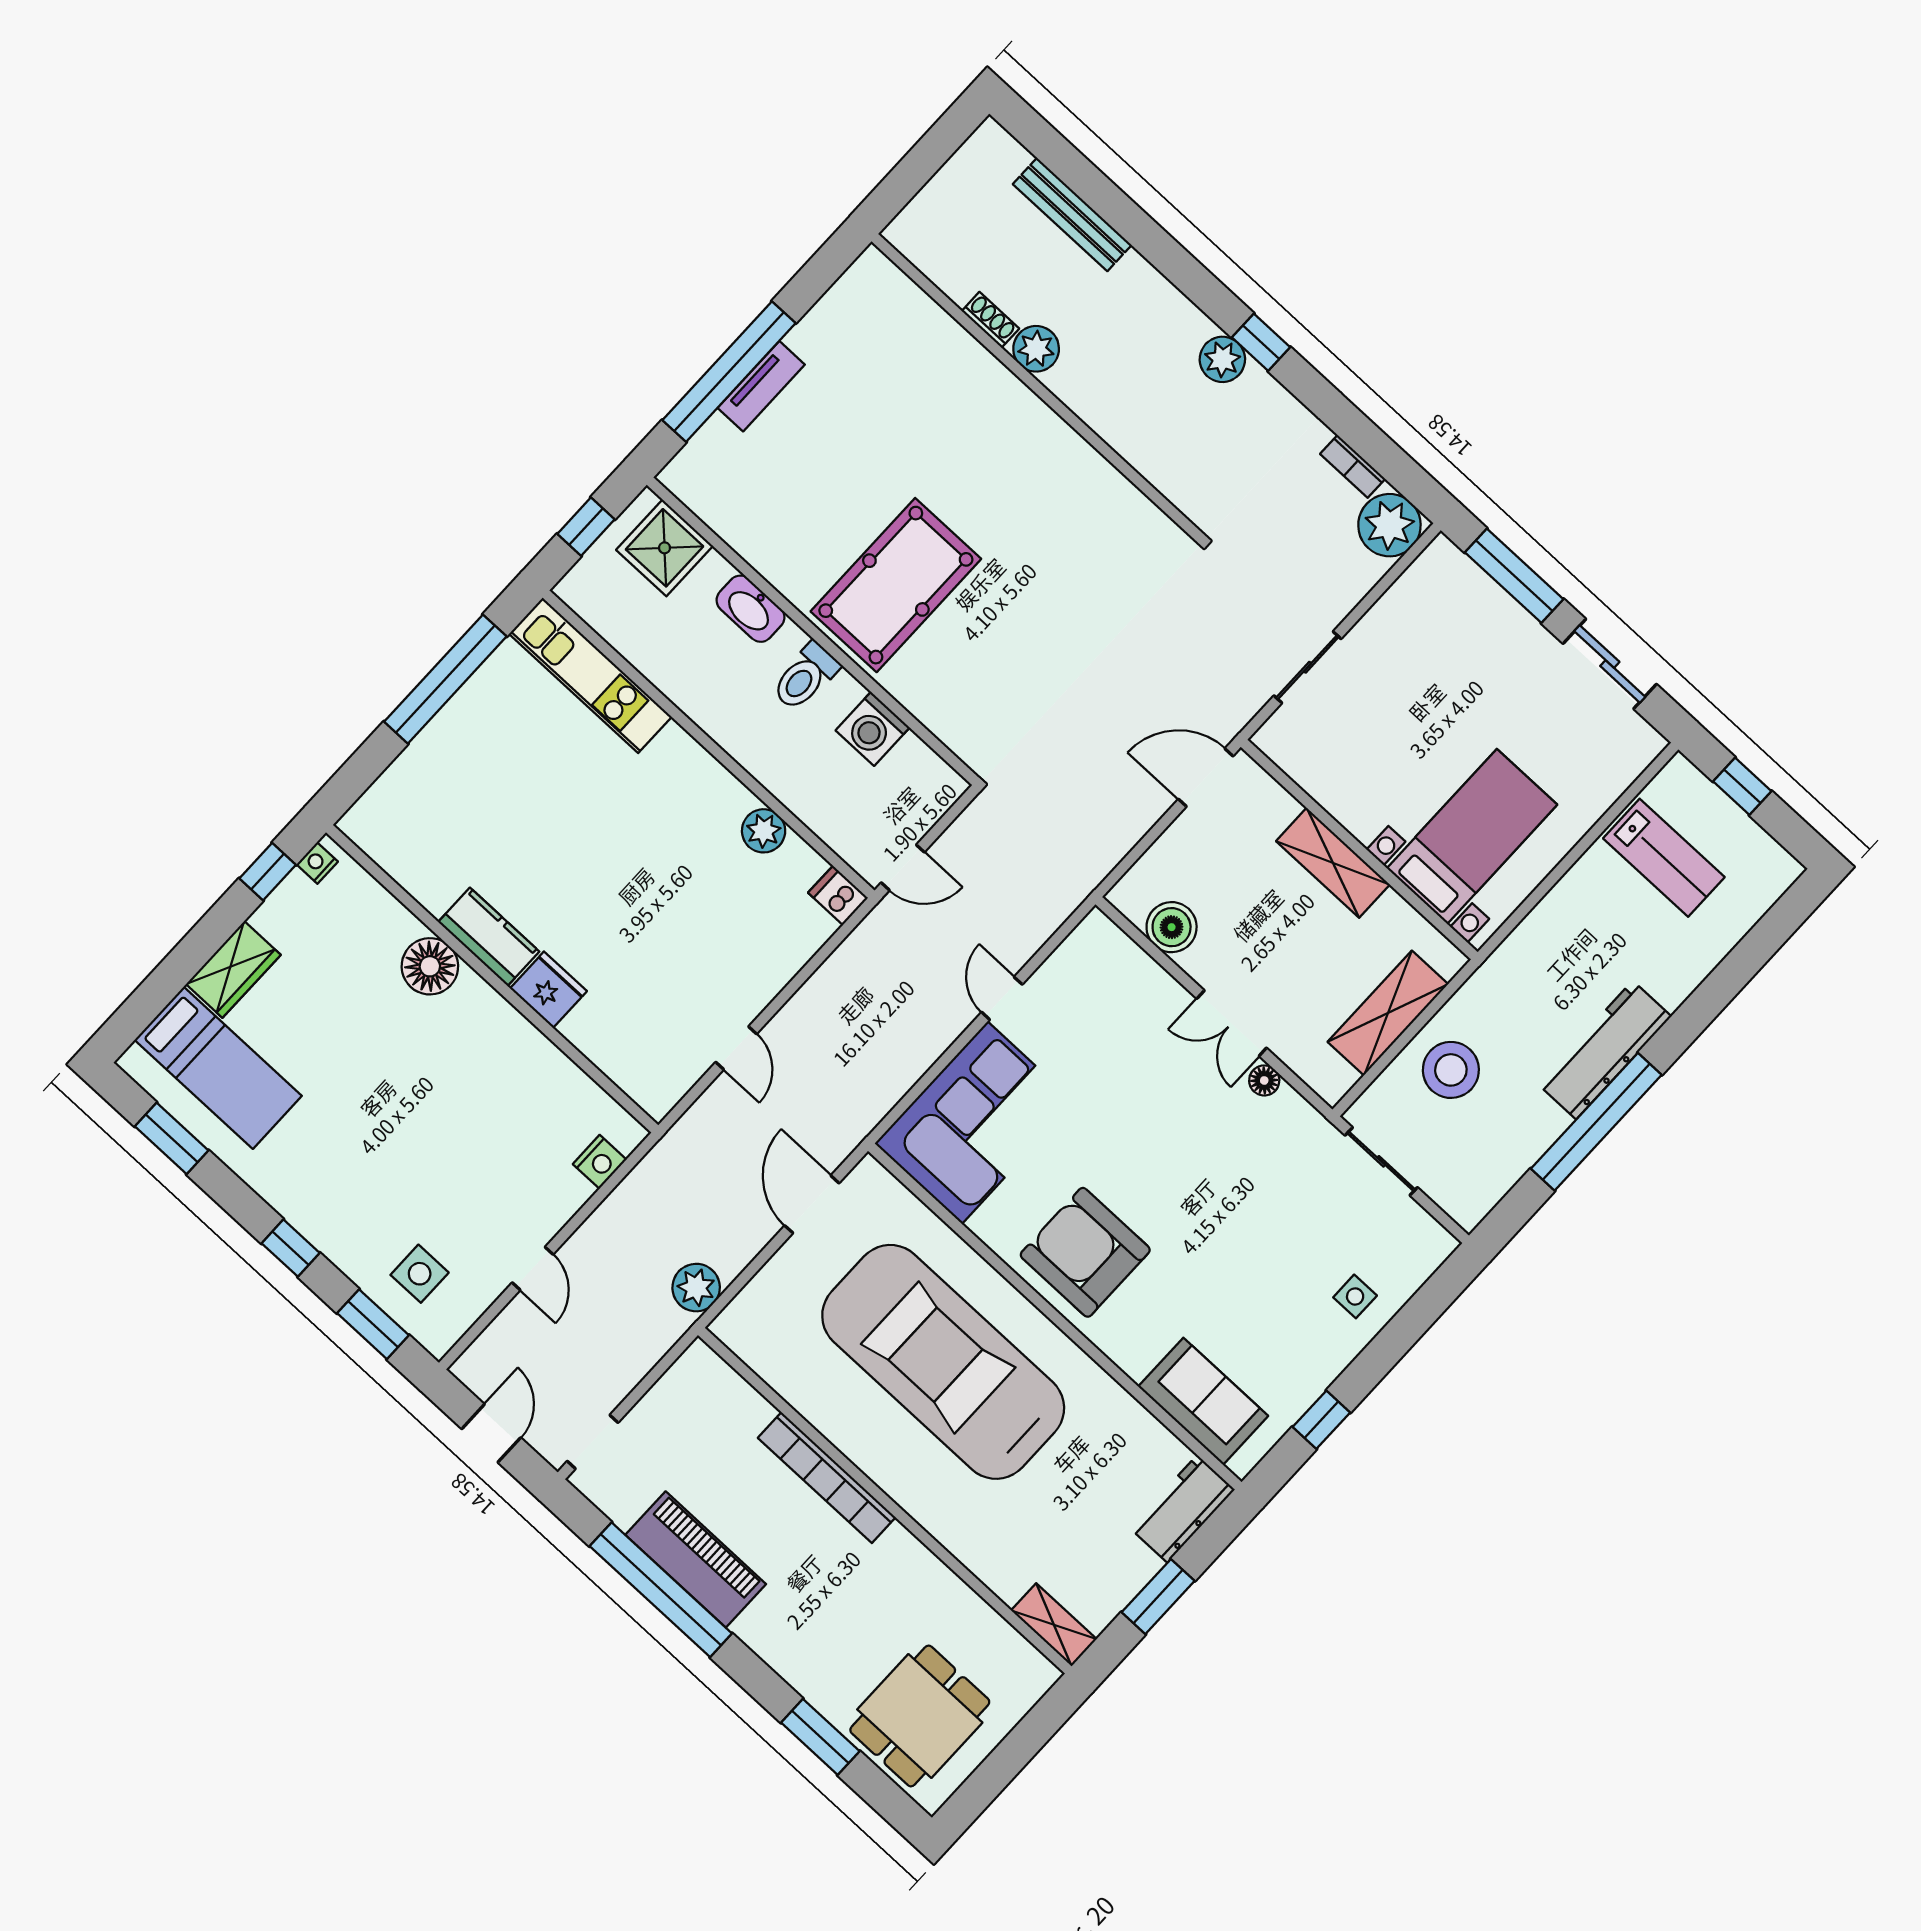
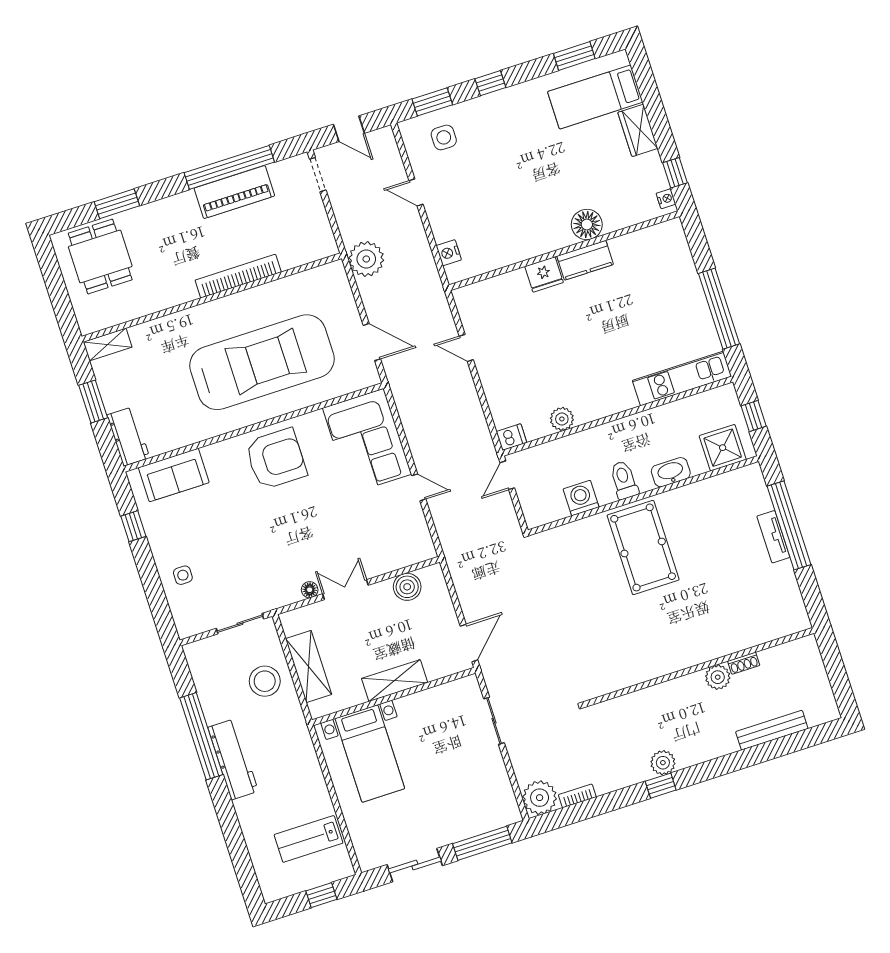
plant: (696, 1288) -> (366, 259), width x1.36, depth x1.36

